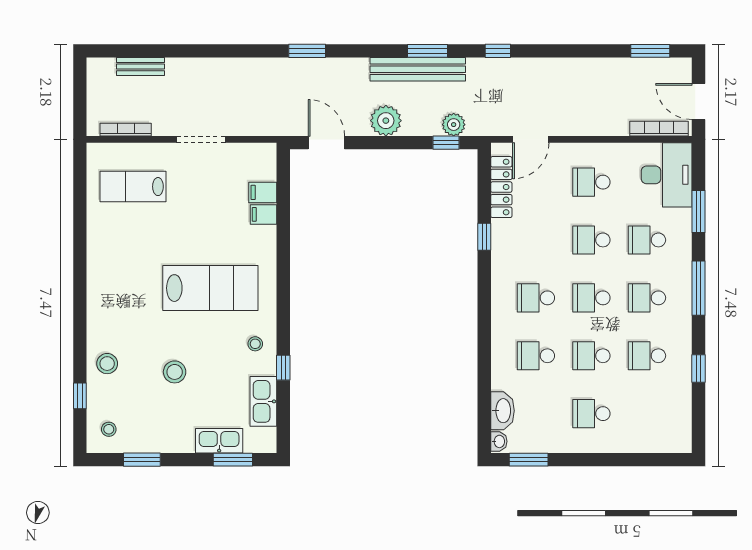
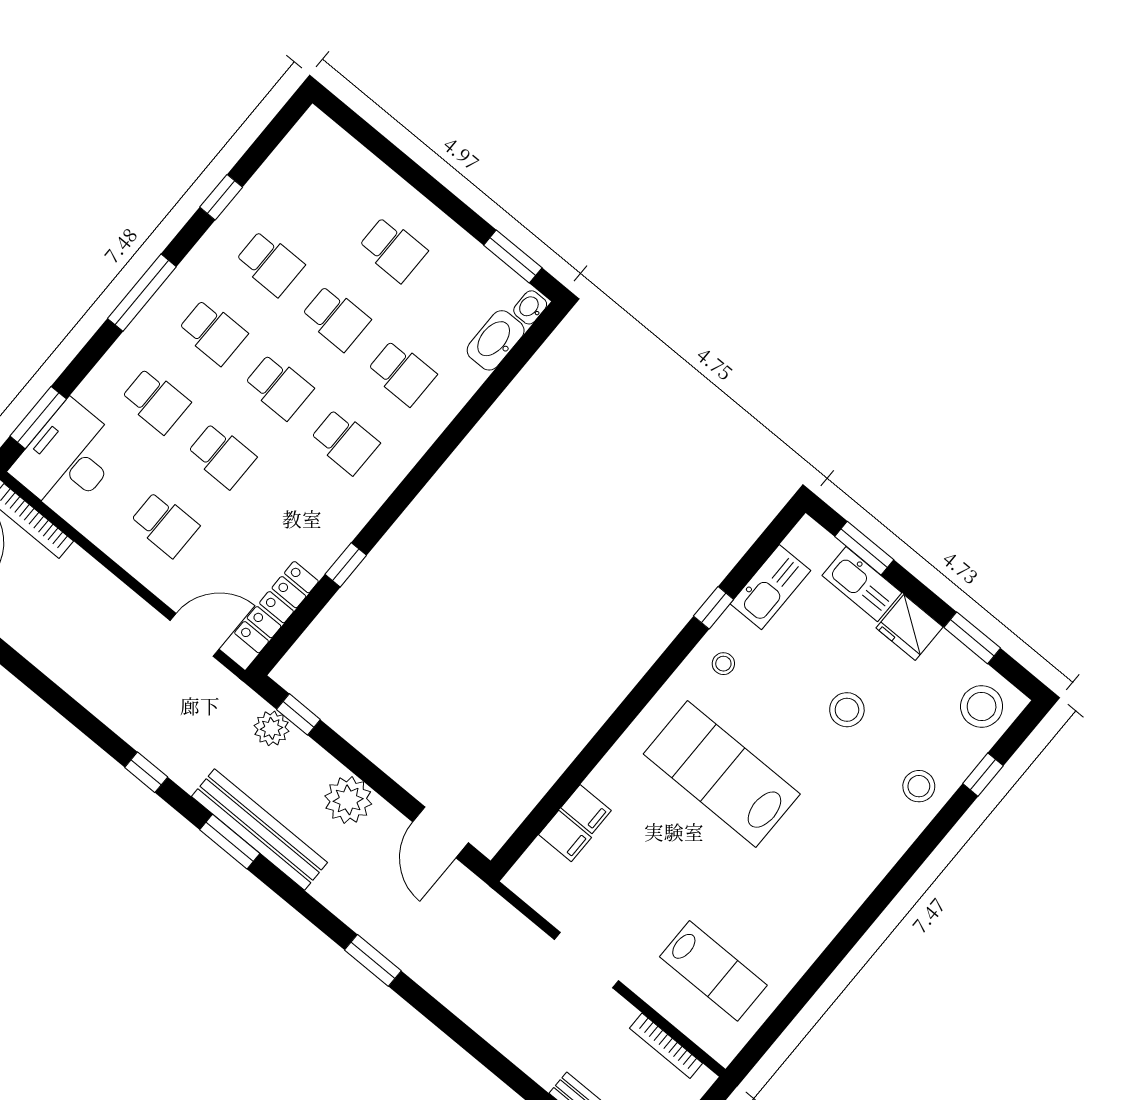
window: (699, 211) -> (38, 418), moved
stool: (109, 429) -> (982, 706), width x1.89, depth x1.89
fridge: (177, 439) -> (909, 627), added

